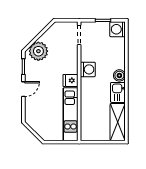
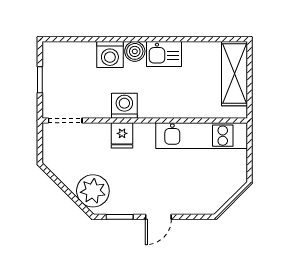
washing machine: (118, 29) -> (110, 55), moved
fridge: (71, 80) -> (122, 135), moved
door: (23, 89) -> (158, 217), swing flipped
shelving: (118, 122) -> (235, 74), moved, turned 90

